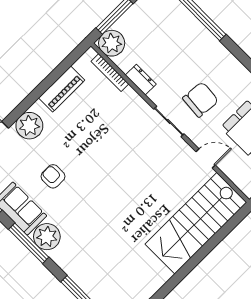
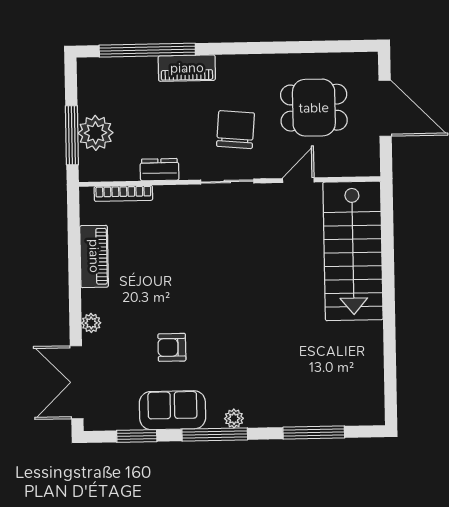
plant: (112, 43) -> (96, 133), moved
piano: (208, 43) -> (187, 68), added
plant: (29, 126) -> (91, 323), width x0.53, depth x0.53
plant: (47, 237) -> (234, 418), width x0.53, depth x0.53

